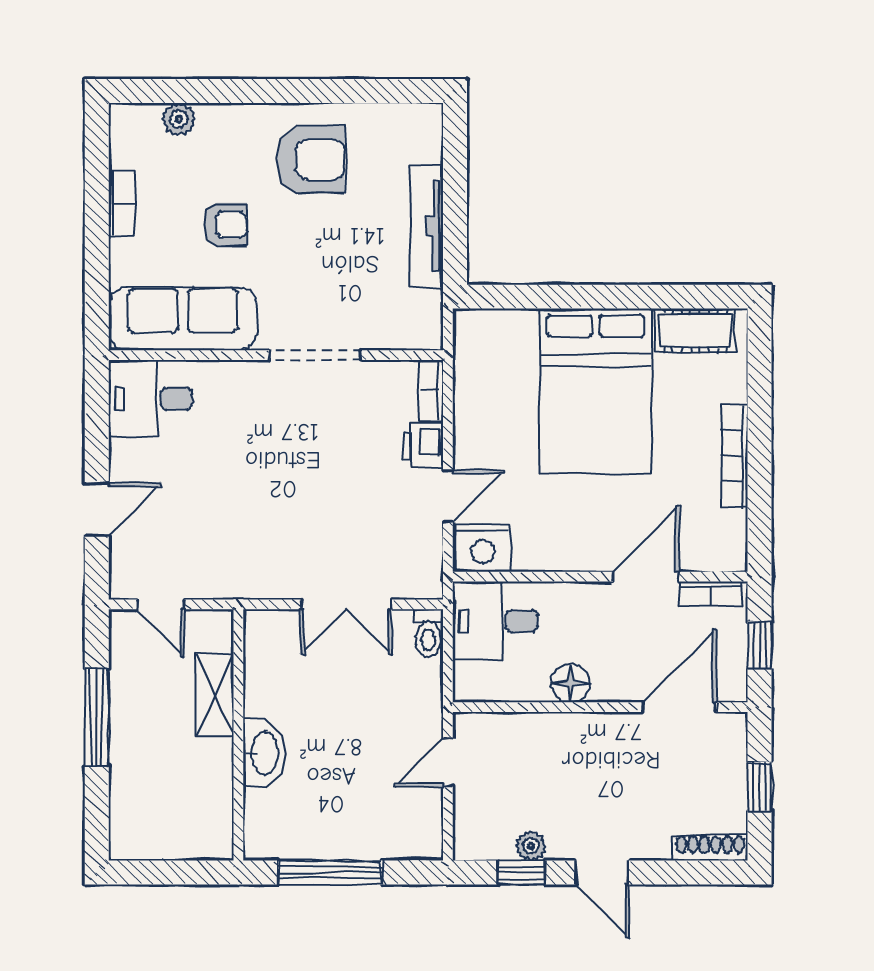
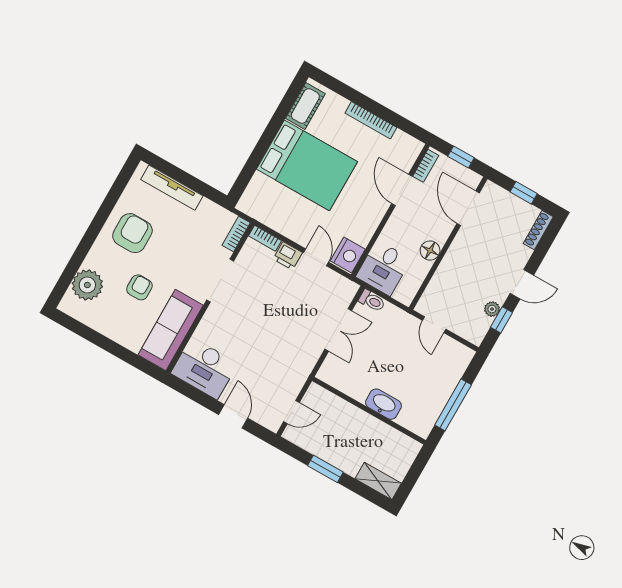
plant: (179, 119) -> (87, 285), width x1.88, depth x1.88
bookcase: (122, 204) -> (236, 234), moved, turned -90
tv unit: (427, 226) -> (172, 188), moved
desk: (150, 399) -> (204, 368), width x1.37
shelving: (215, 695) -> (378, 481), moved
window: (97, 717) -> (325, 469), width x0.69

